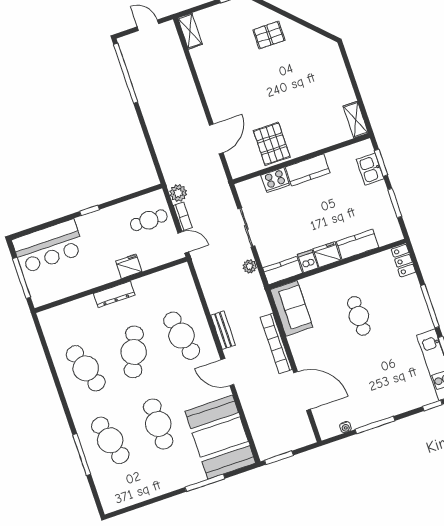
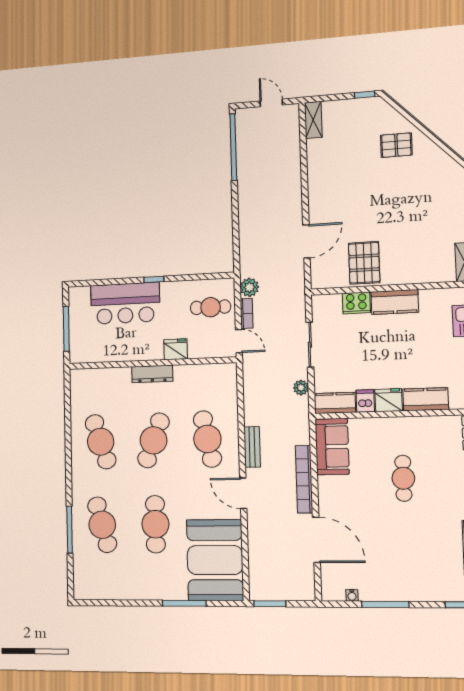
bar counter: (48, 246) -> (125, 303), moved

